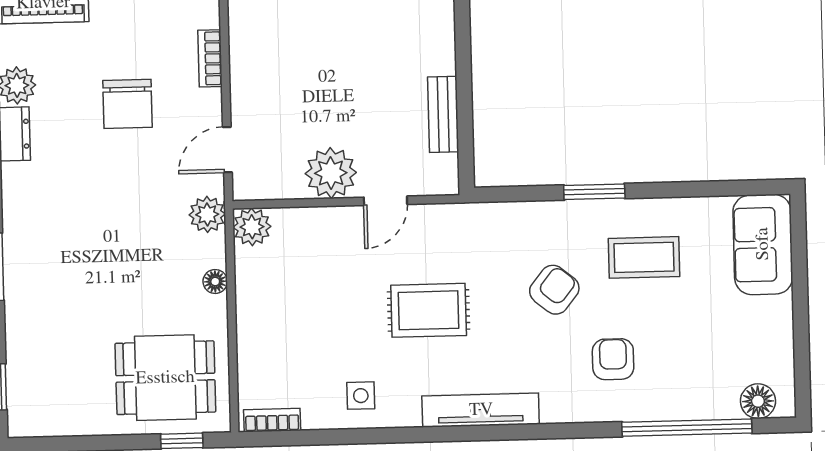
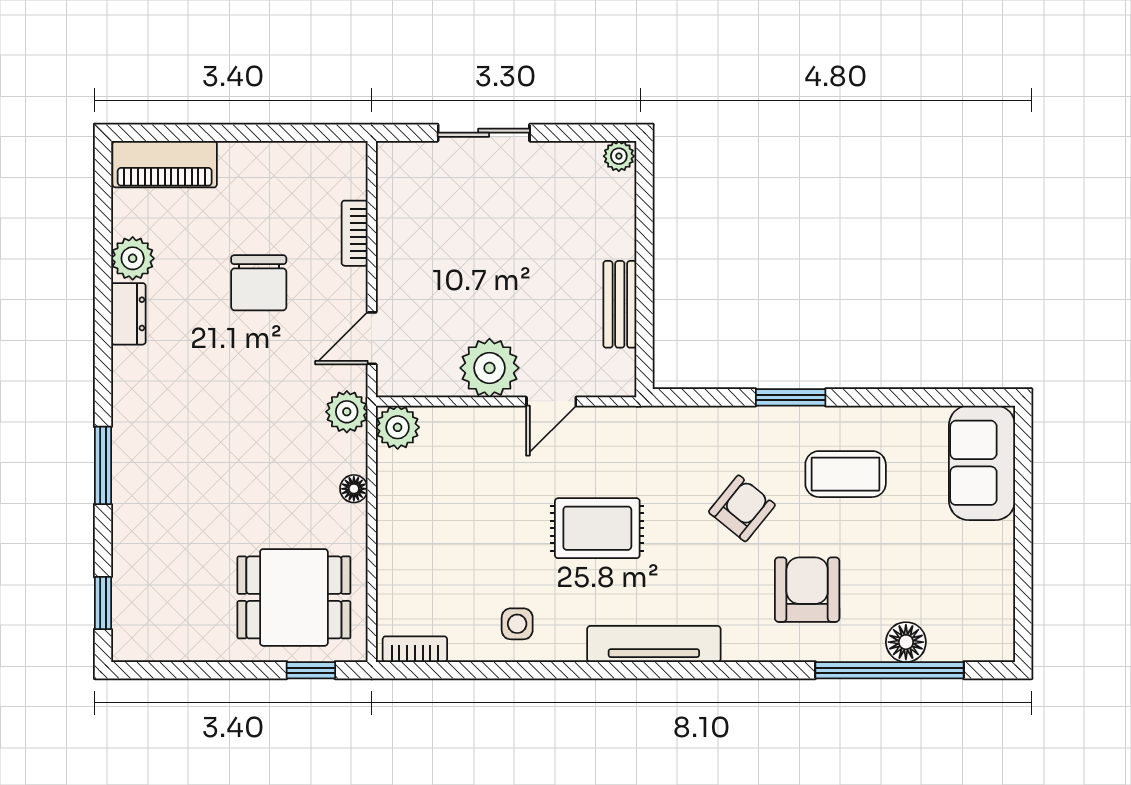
armchair: (613, 359) -> (807, 590), width x1.38, depth x1.38
floor lamp: (758, 401) -> (906, 642), moved

